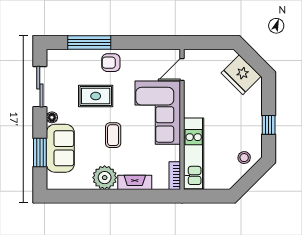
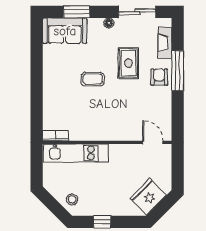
window: (89, 43) -> (178, 71), moved
corner sofa: (158, 113) -> (113, 120), removed
sofa: (60, 148) -> (65, 31), moved
plant: (105, 178) -> (54, 71), removed
fireplace: (135, 182) -> (165, 43), moved, turned 180

